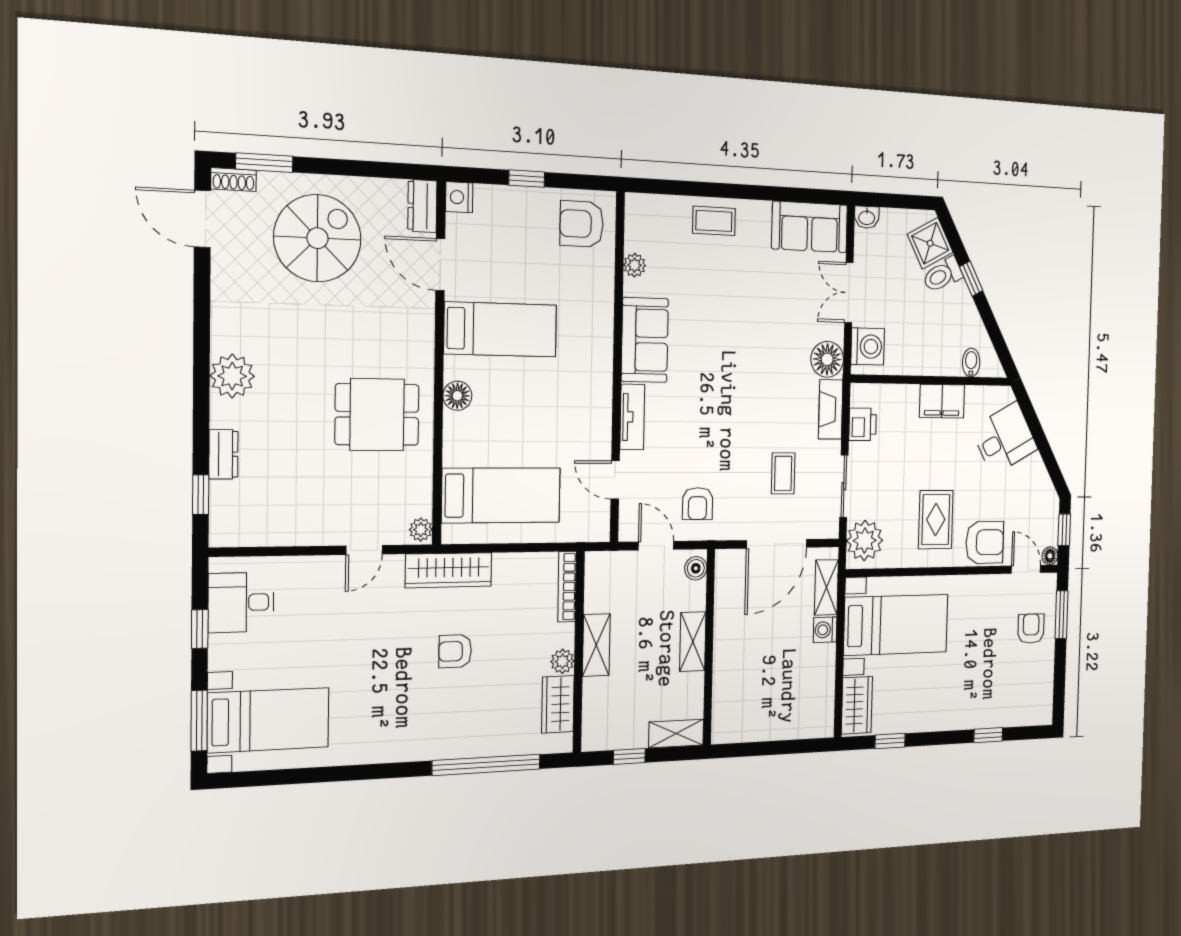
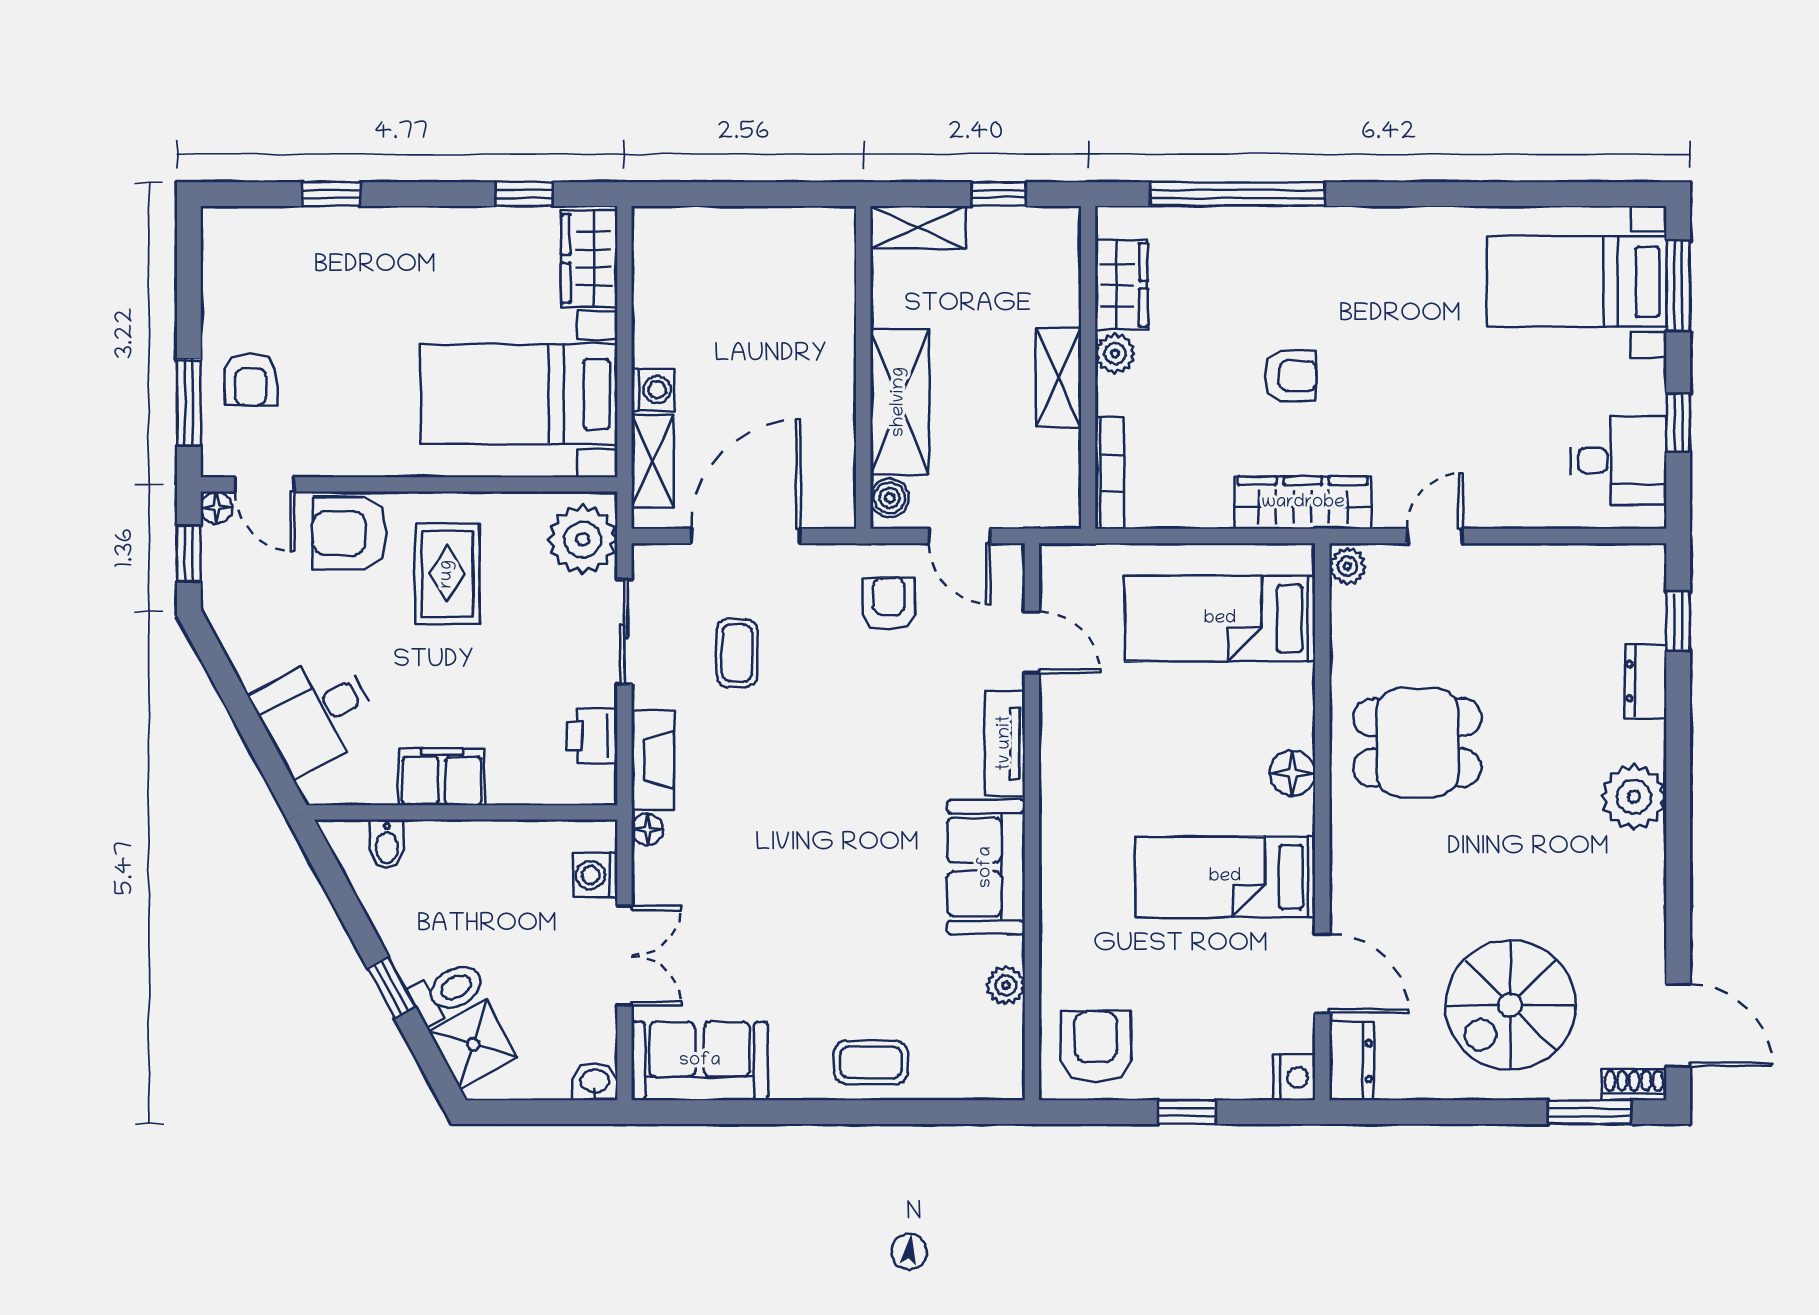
armchair: (582, 224) -> (1096, 1046), turned -90
washing machine: (868, 346) -> (595, 875), width x0.73, depth x0.73
floor lamp: (827, 359) -> (647, 829), width x0.53, depth x0.53
shelving: (693, 642) -> (899, 402), width x1.50, depth x1.33

